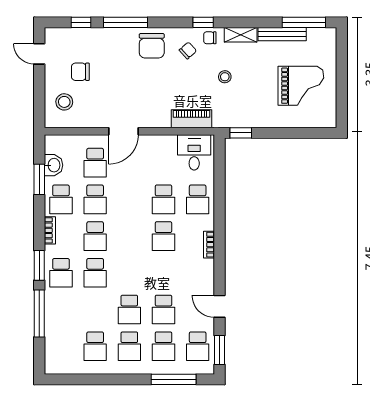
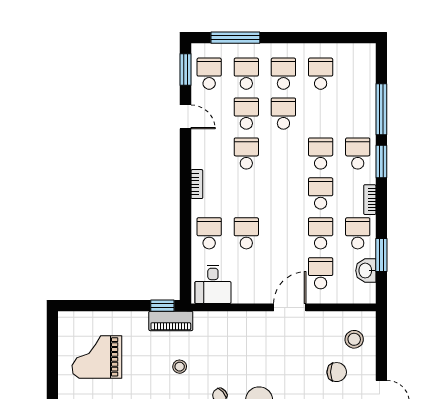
piano: (191, 119) -> (171, 321), moved
school desk: (163, 236) -> (246, 153), moved

